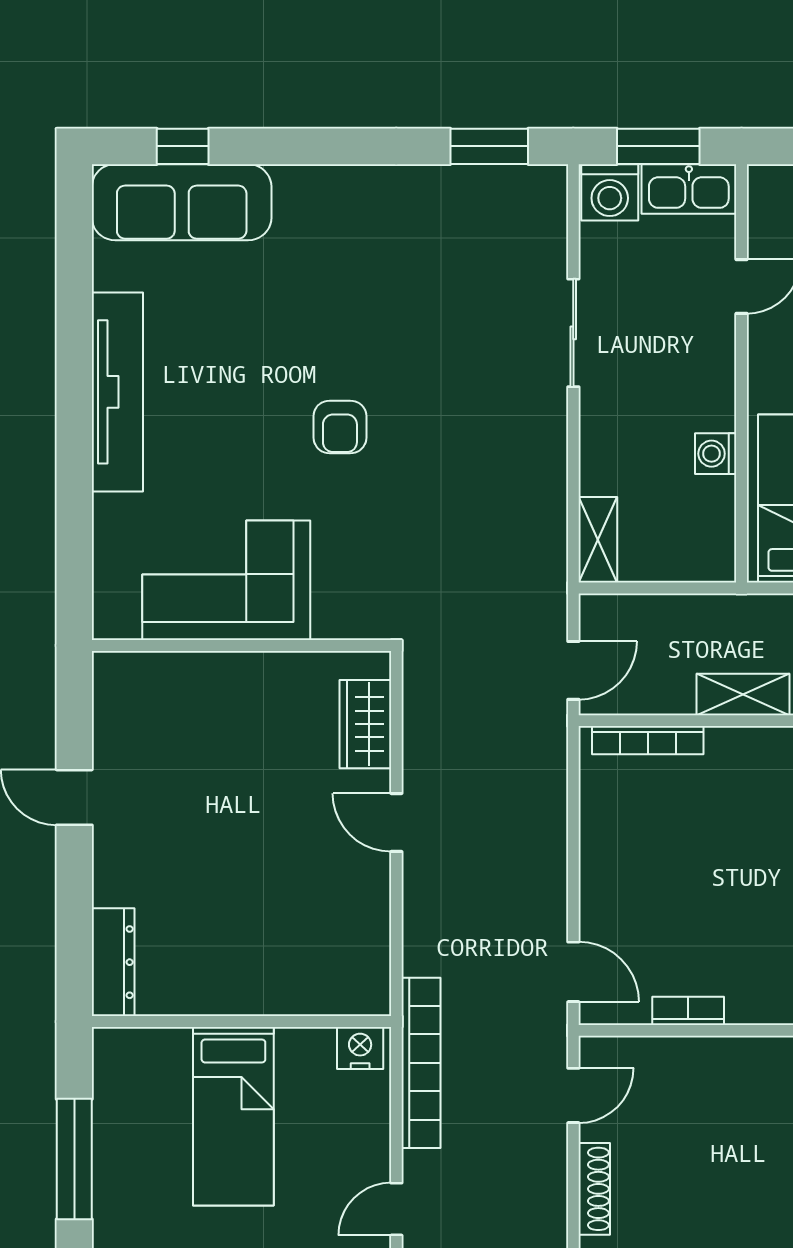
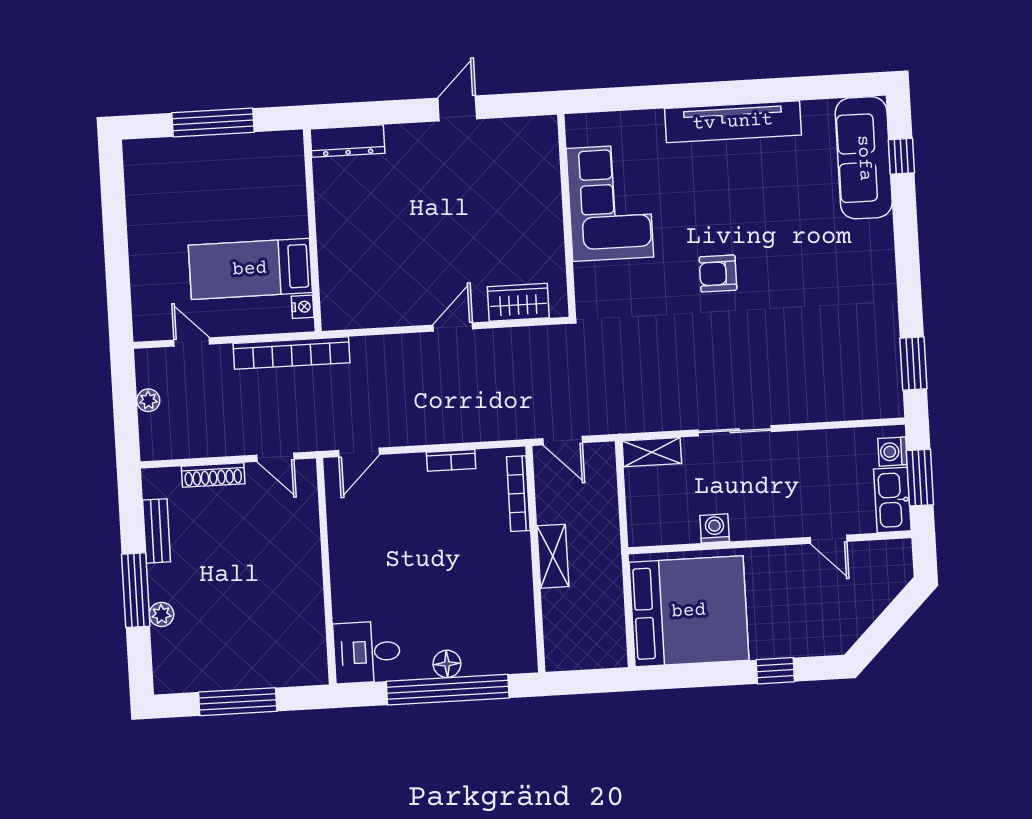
washing machine: (610, 192) -> (893, 452), width x0.73, depth x0.73
sliding door: (573, 333) -> (735, 431), moved
bookcase: (688, 1011) -> (451, 460), moved, turned 90
nightstand: (360, 1048) -> (303, 307), width x0.72, depth x0.74
bed: (233, 1116) -> (250, 269), moved

